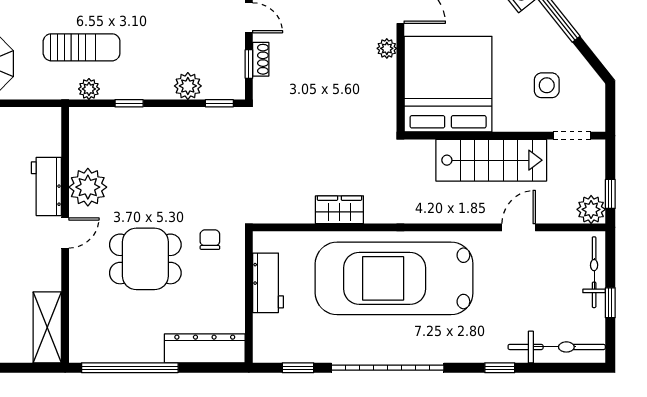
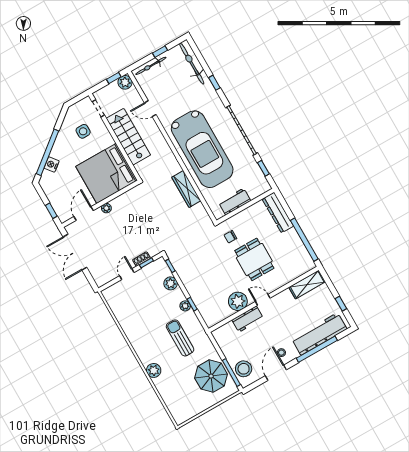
plant: (89, 89) -> (185, 306), moved
wardrobe: (339, 210) -> (186, 189), width x1.50

